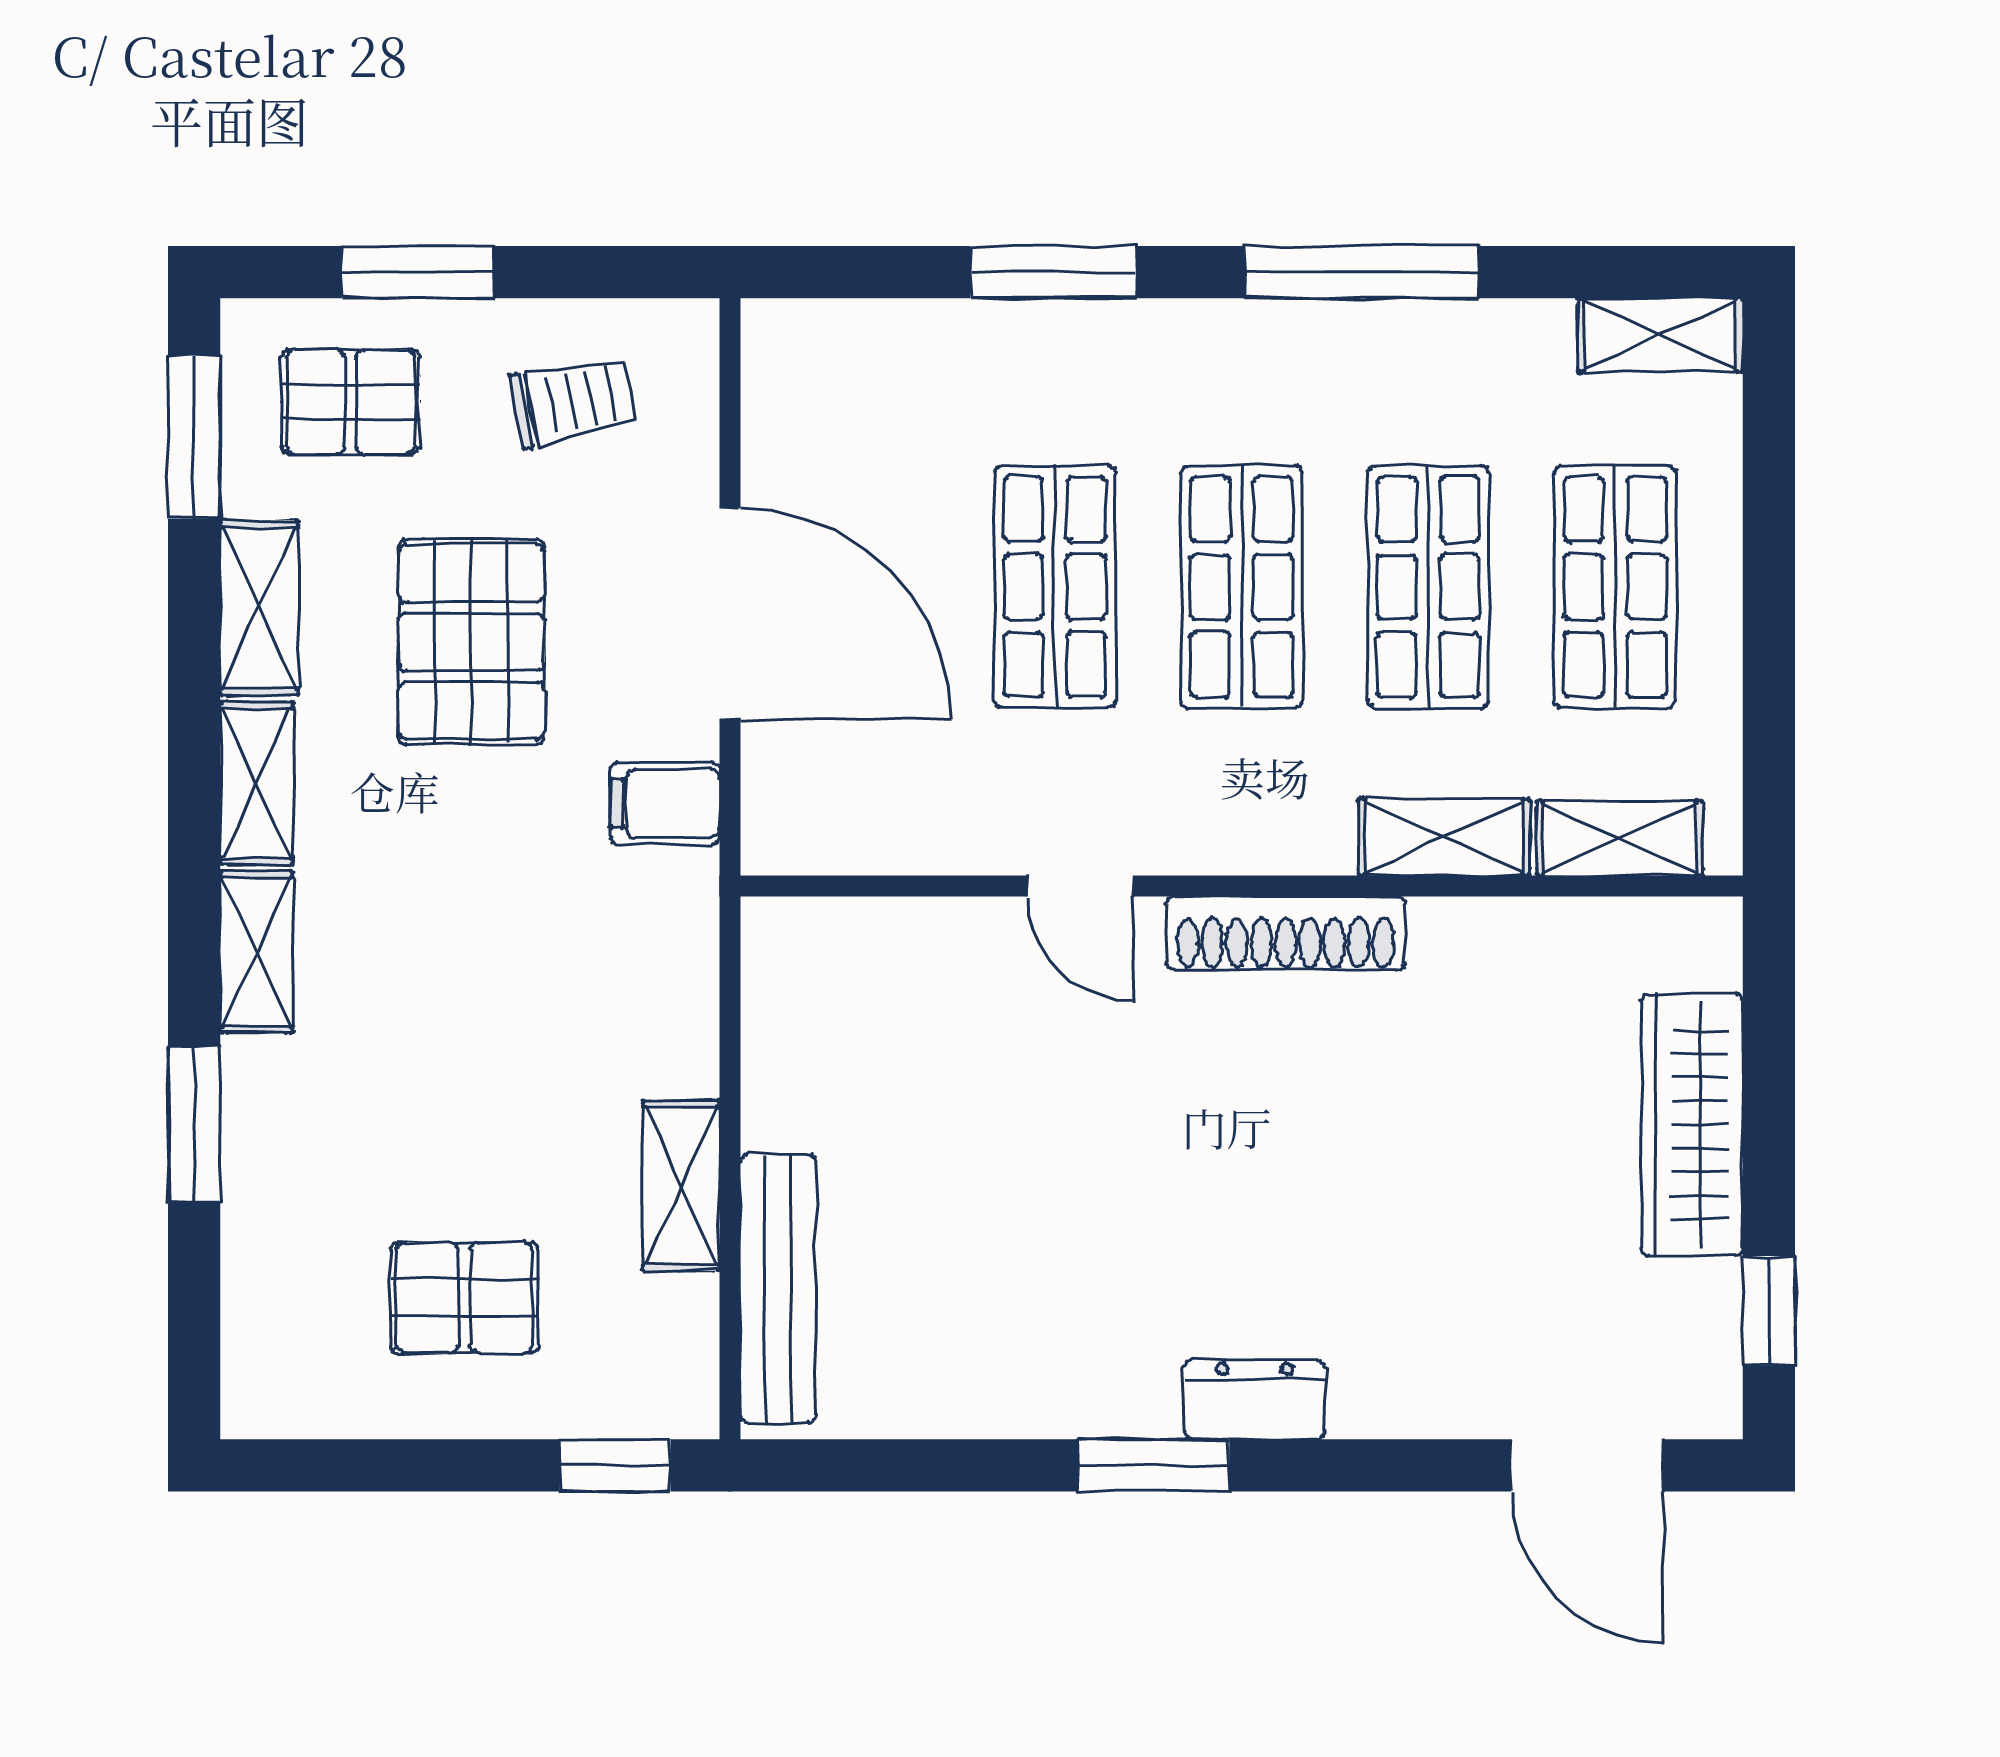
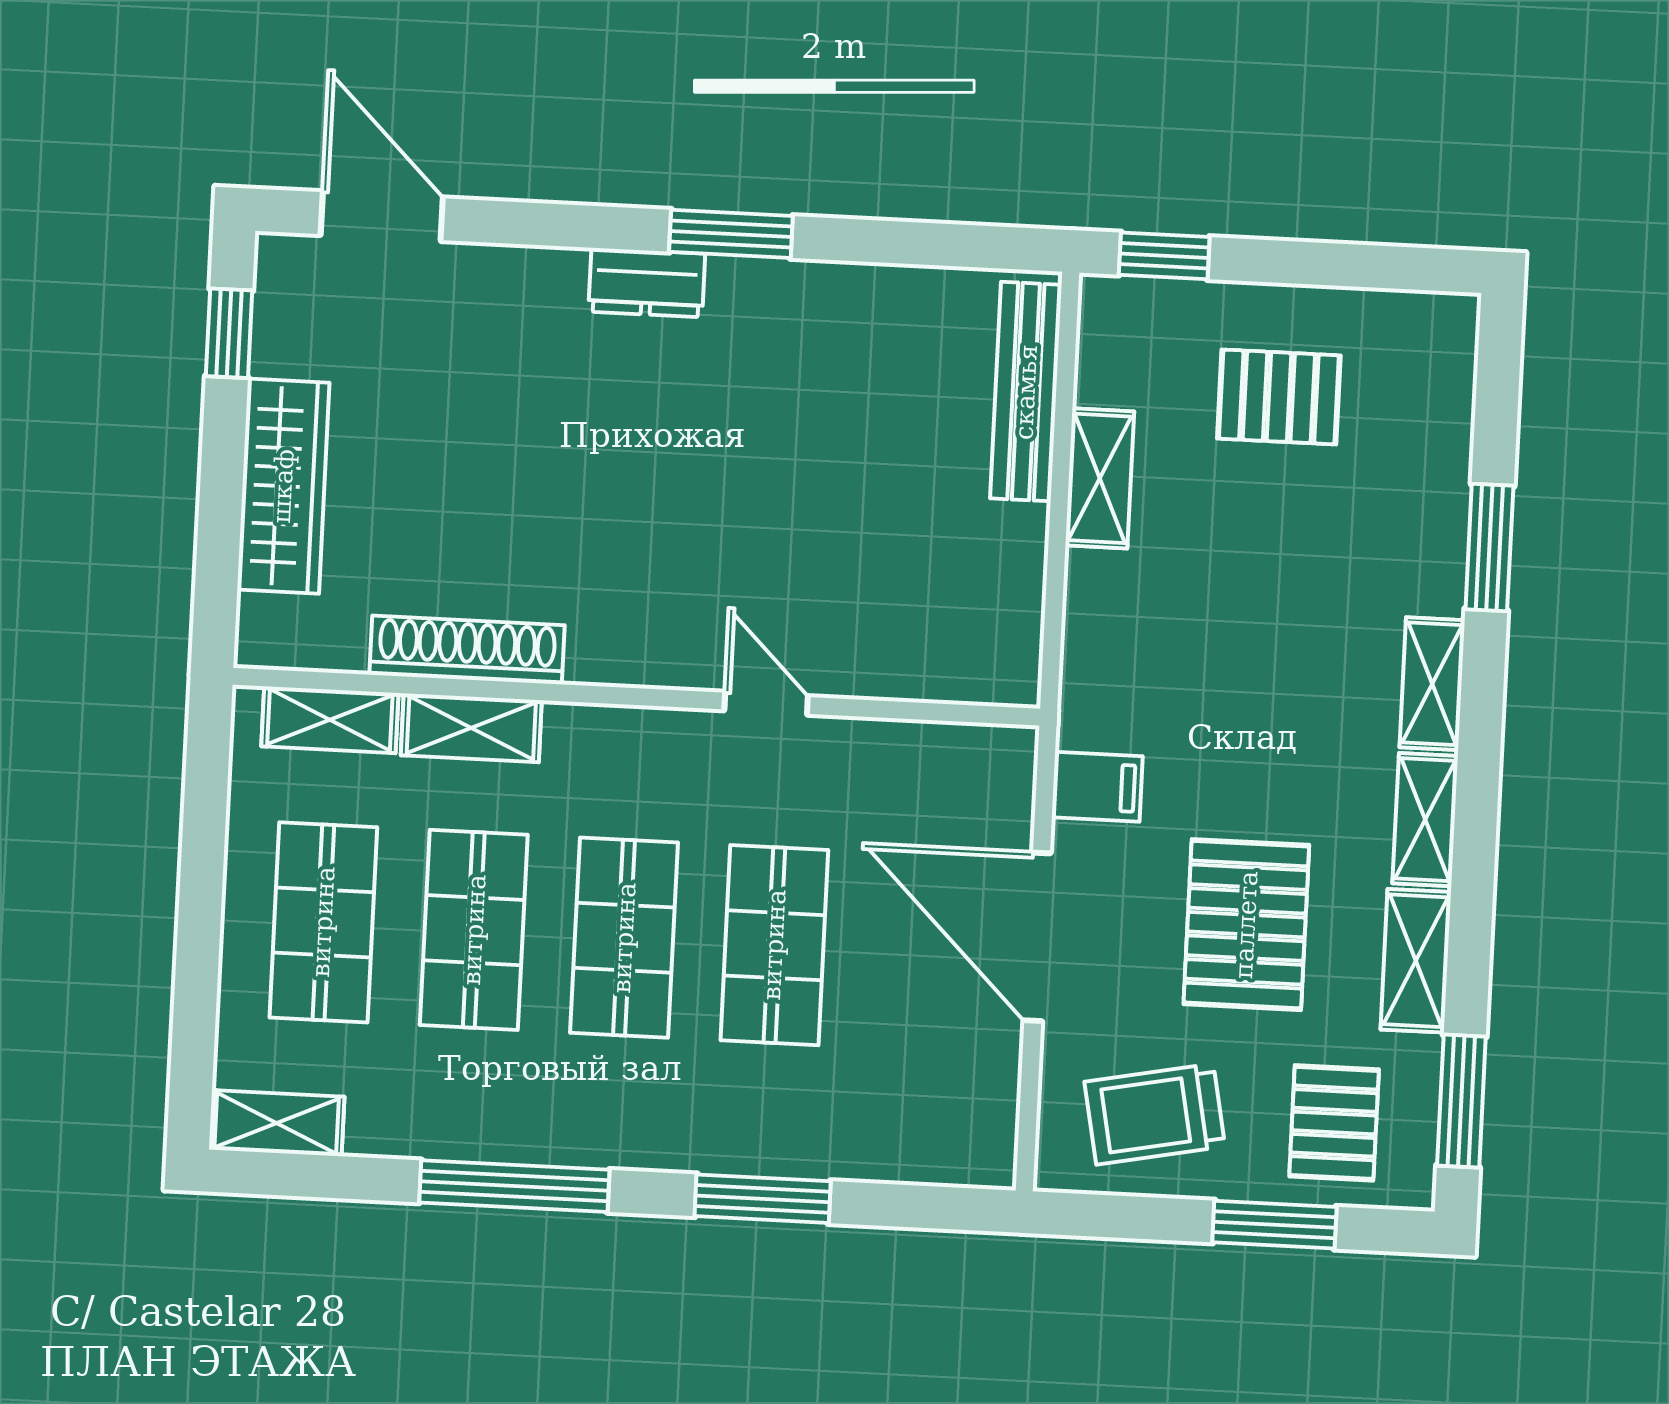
trolley: (573, 401) -> (1155, 1114), width x1.36, depth x1.39
pallet: (350, 402) -> (1334, 1123), turned 90
shoe rack: (1286, 933) -> (467, 650), moved

